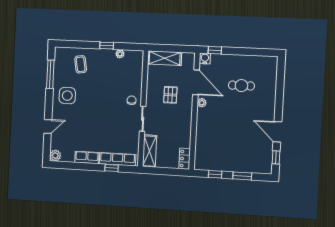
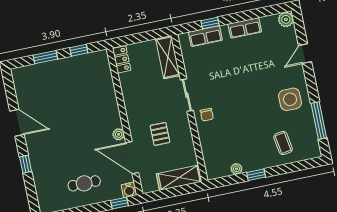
cafe table: (241, 86) -> (84, 183), moved
window: (276, 157) -> (26, 164), moved
row of seats: (118, 159) -> (205, 36), width x0.68

